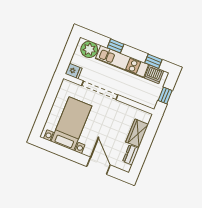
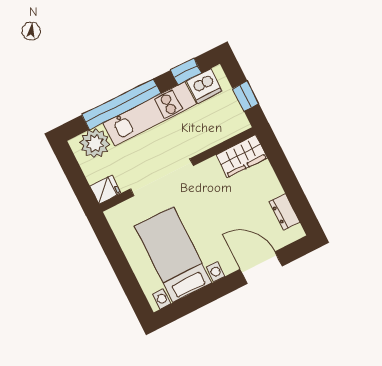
window: (116, 46) -> (121, 104), width x3.17
wardrobe: (137, 133) -> (242, 156), moved, turned -90

